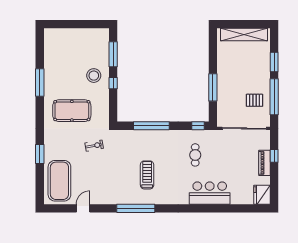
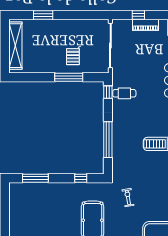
stool: (94, 76) -> (57, 198), removed
window: (113, 83) -> (81, 178), moved
window: (274, 97) -> (78, 15), removed
pallet: (254, 100) -> (73, 57), moved
cafe table: (195, 155) -> (124, 93), moved

